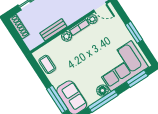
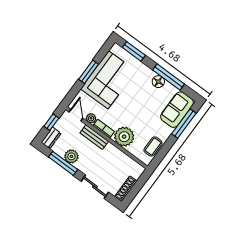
bench: (53, 30) -> (94, 137), moved
plant: (67, 36) -> (124, 137), width x1.88, depth x1.88
corner sofa: (121, 66) -> (108, 80), moved, turned -90

